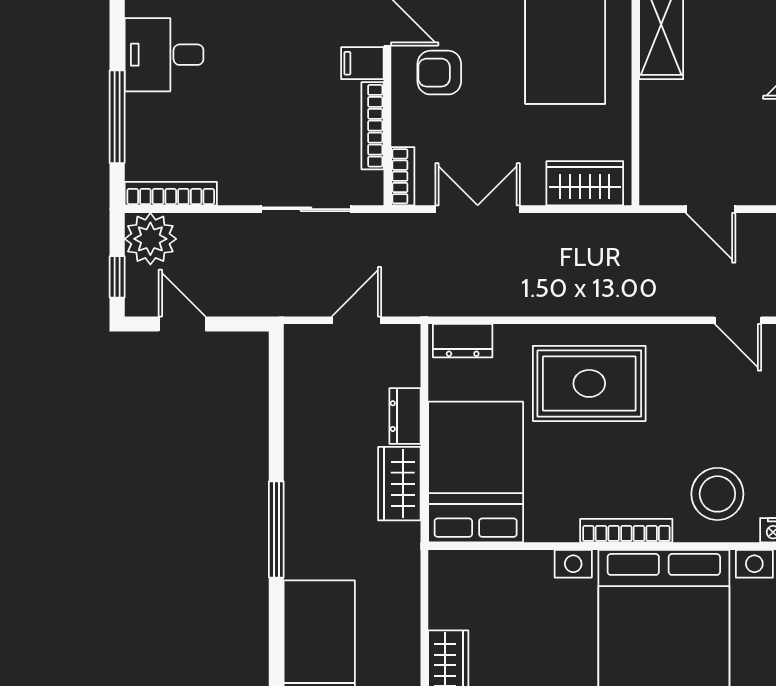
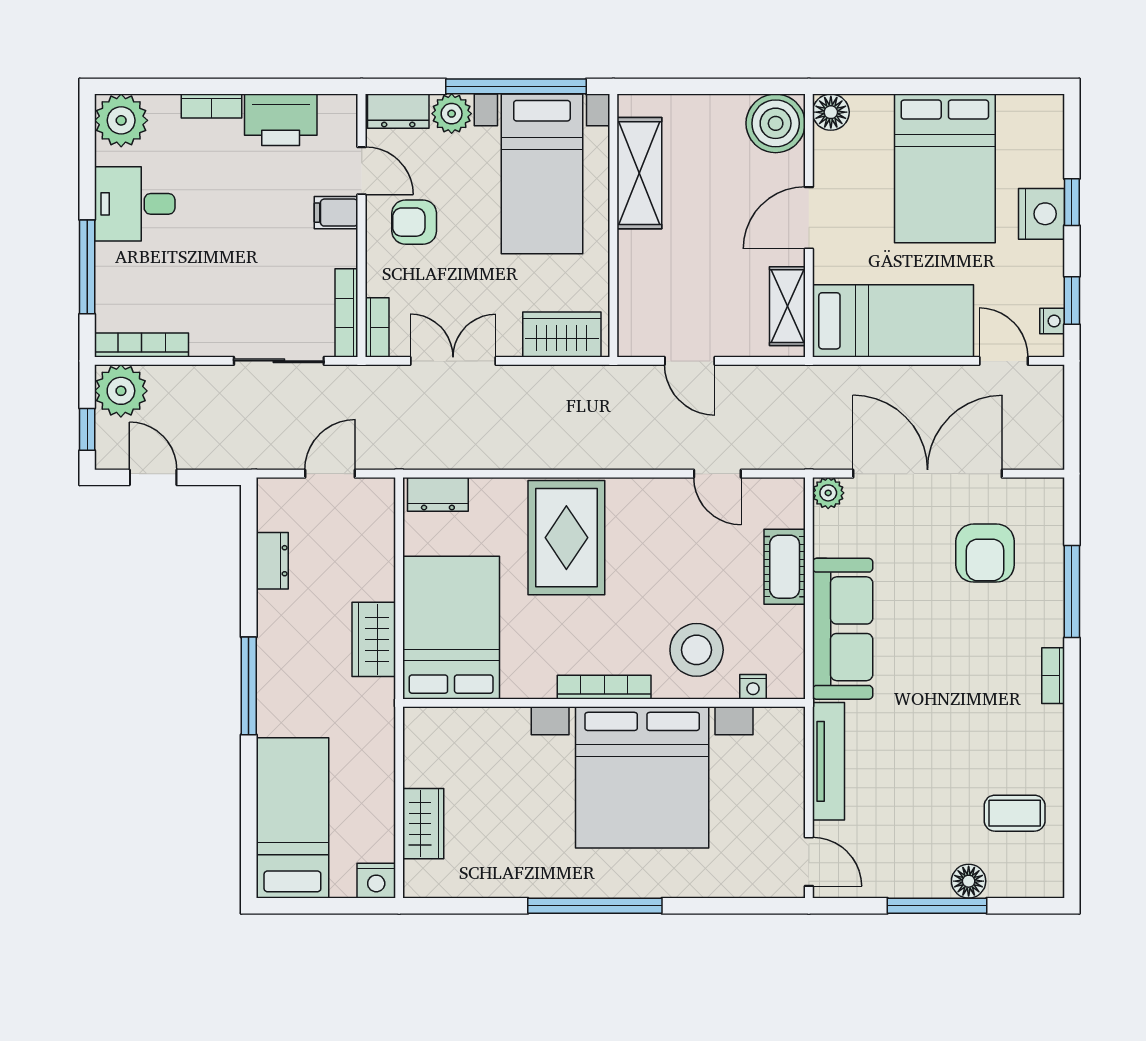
bookcase: (373, 126) -> (346, 313), moved
rug: (589, 383) -> (566, 538), turned 90
dresser: (405, 416) -> (272, 561), moved, turned 180

